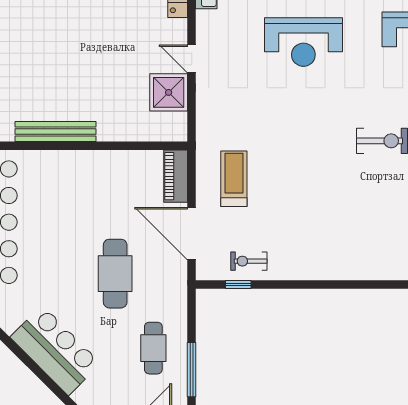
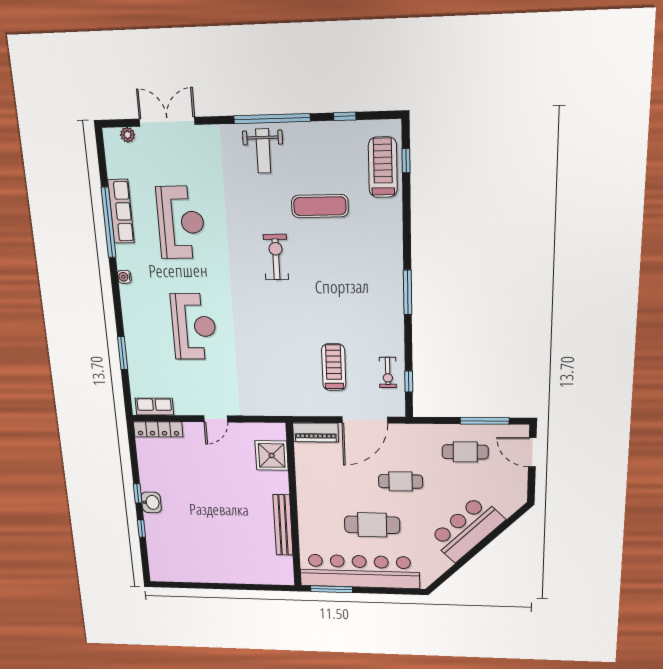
shower: (169, 92) -> (272, 455), moved
treadmill: (234, 179) -> (334, 367), moved, turned 90
cafe table: (58, 239) -> (372, 525), added
cafe table: (115, 274) -> (401, 481), width x0.73, depth x0.74
window: (341, 285) -> (408, 292), added

